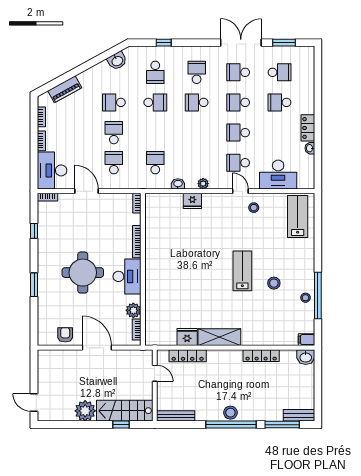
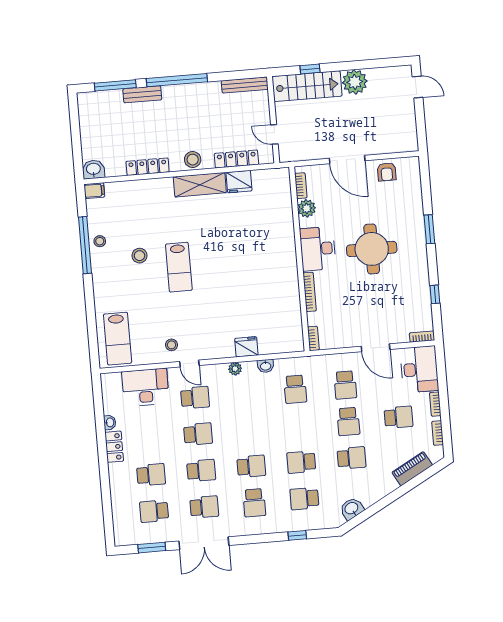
school desk: (155, 72) -> (304, 499), turned -90
school desk: (72, 133) -> (398, 417), added
stool: (230, 413) -> (193, 160), moved
bench: (299, 415) -> (142, 94), moved

